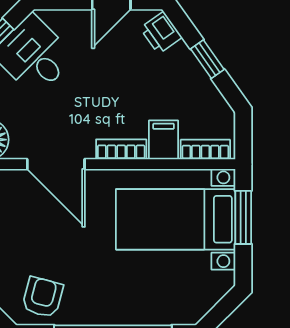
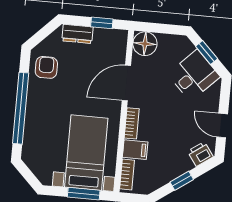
armchair: (42, 297) -> (46, 67), turned -105

